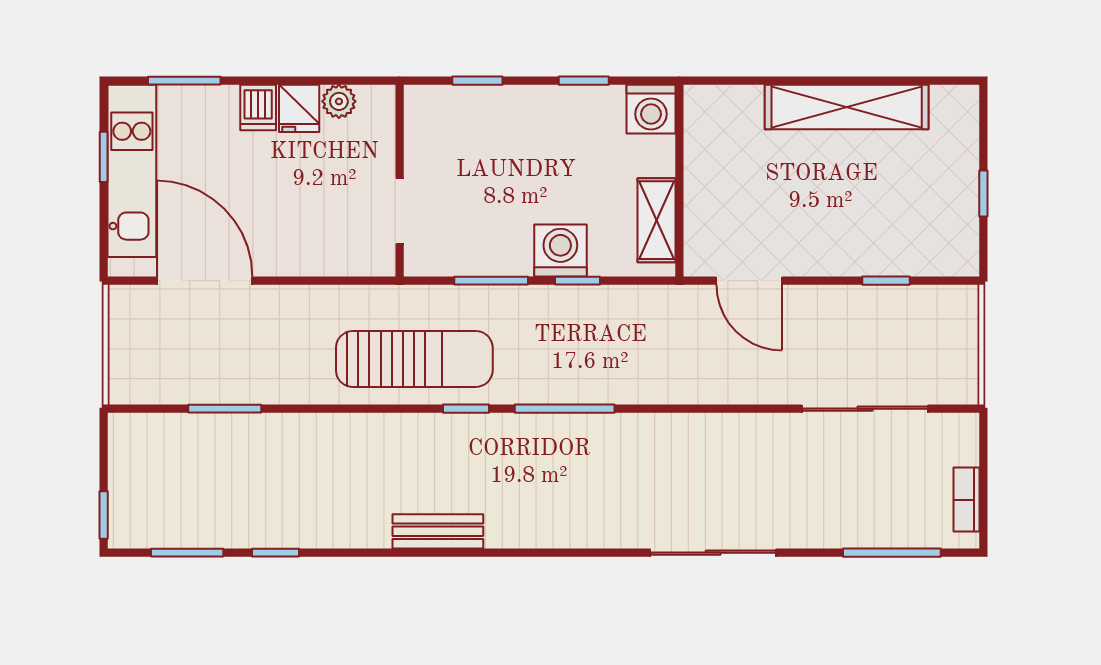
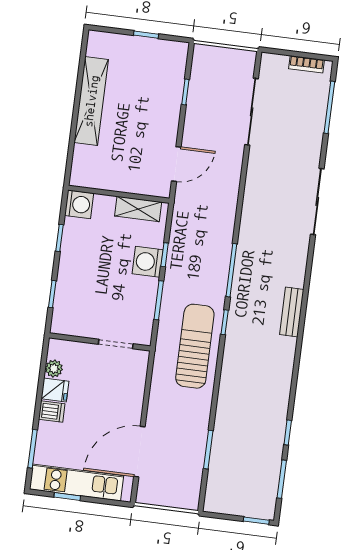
bench: (438, 531) -> (292, 312), moved

